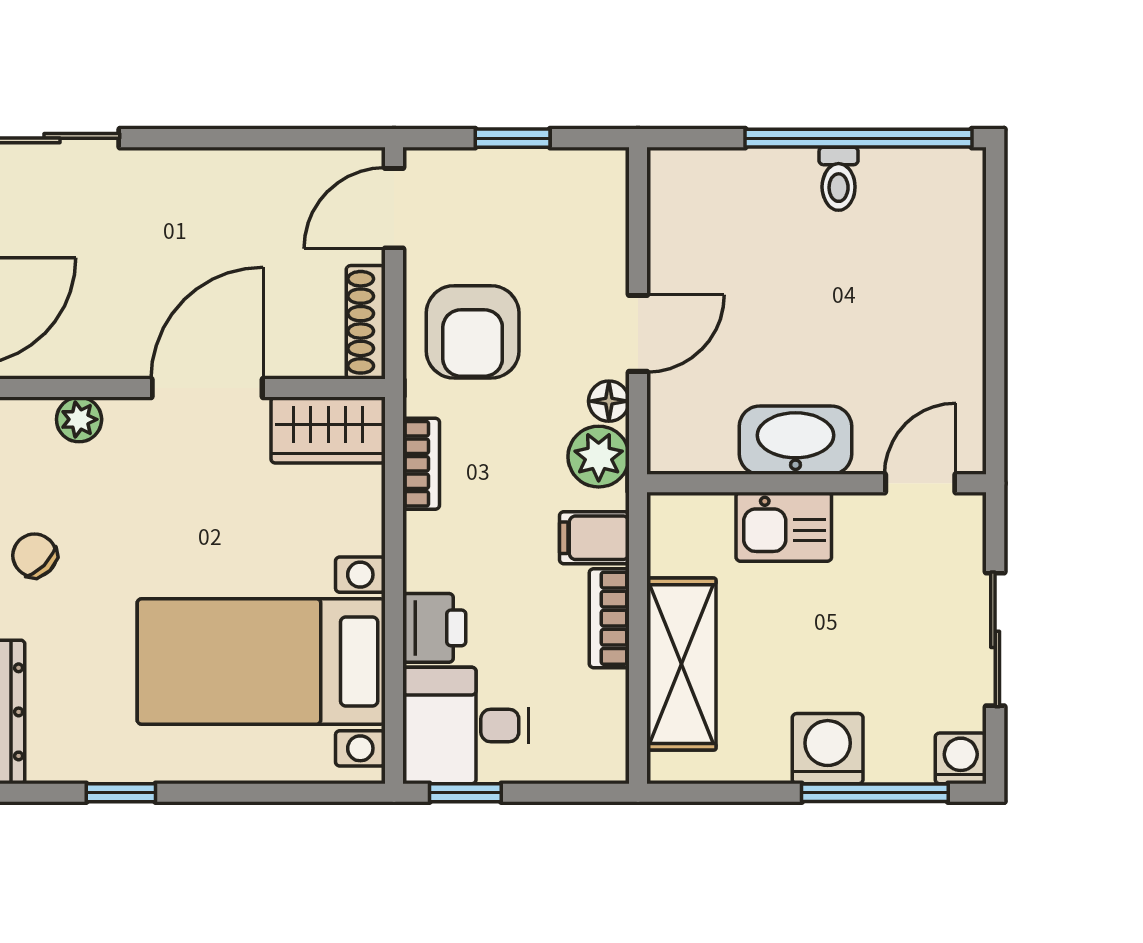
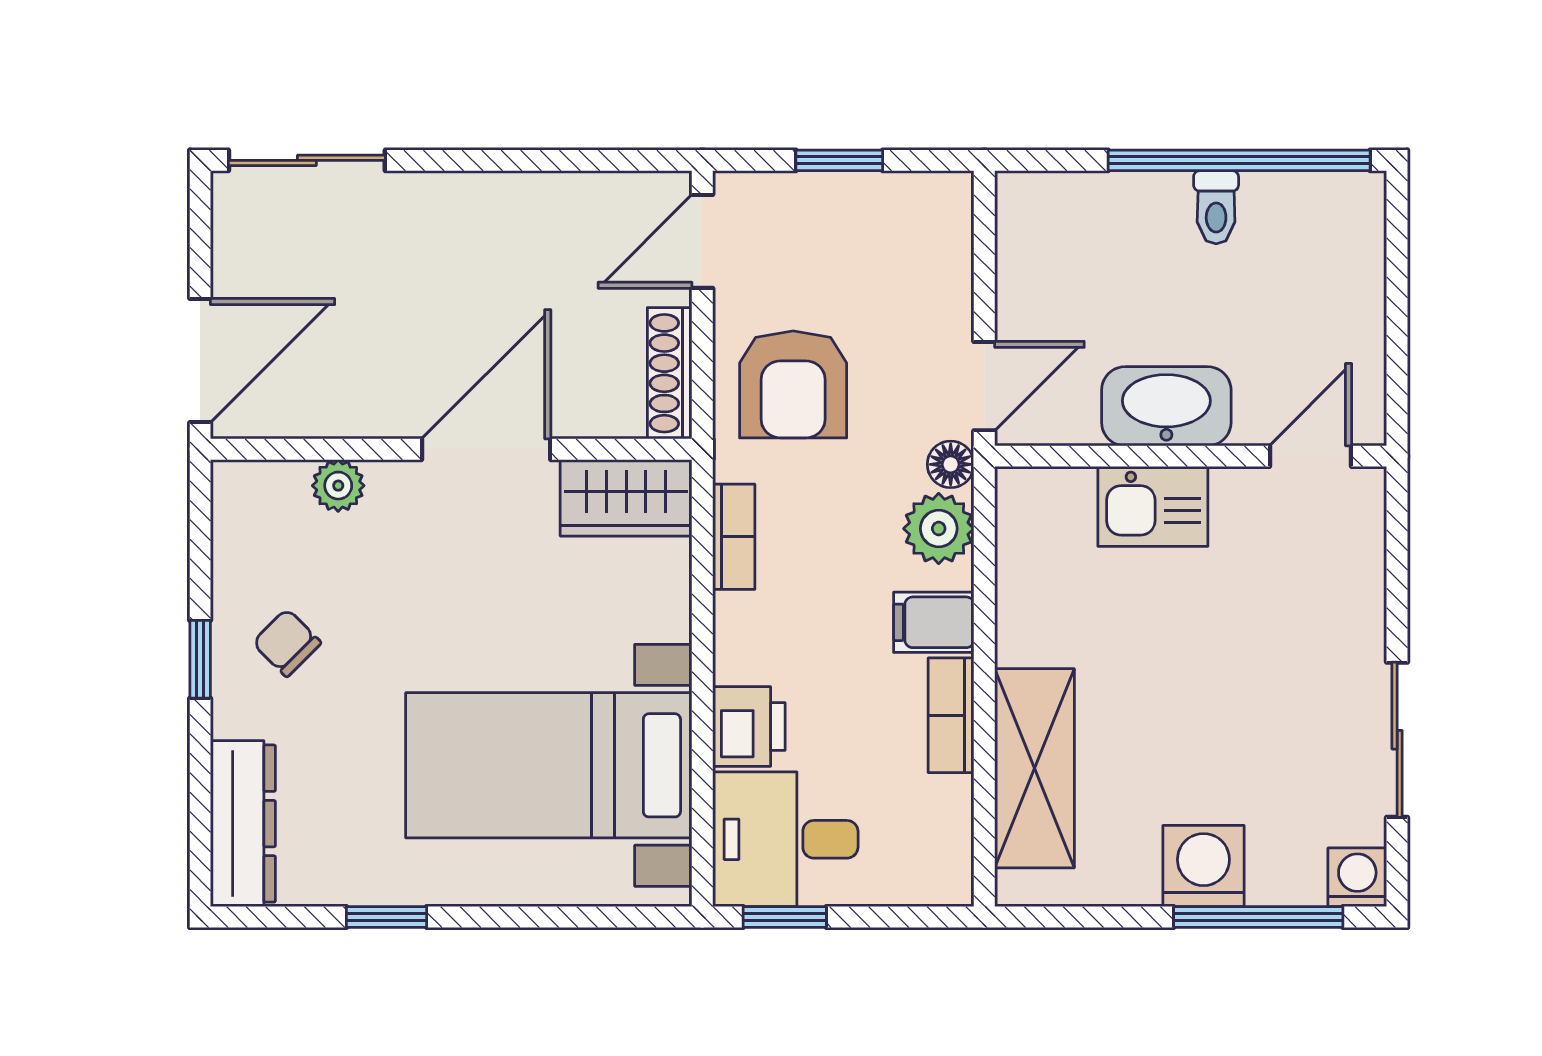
washbasin: (795, 440) -> (1166, 406), moved
wall: (817, 483) -> (1191, 456), moved
door: (920, 483) -> (1310, 456), moved
kitchen sink: (784, 527) -> (1153, 506), moved

